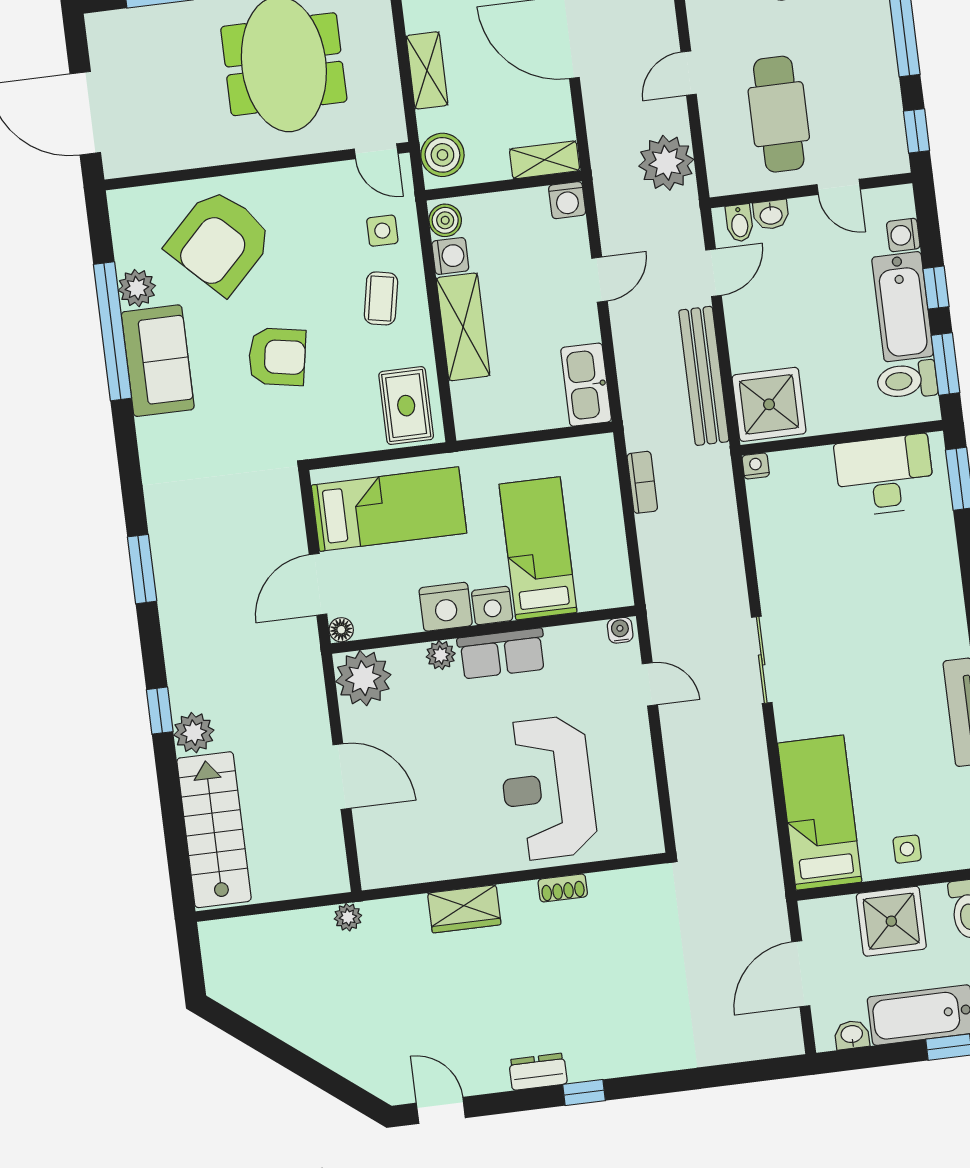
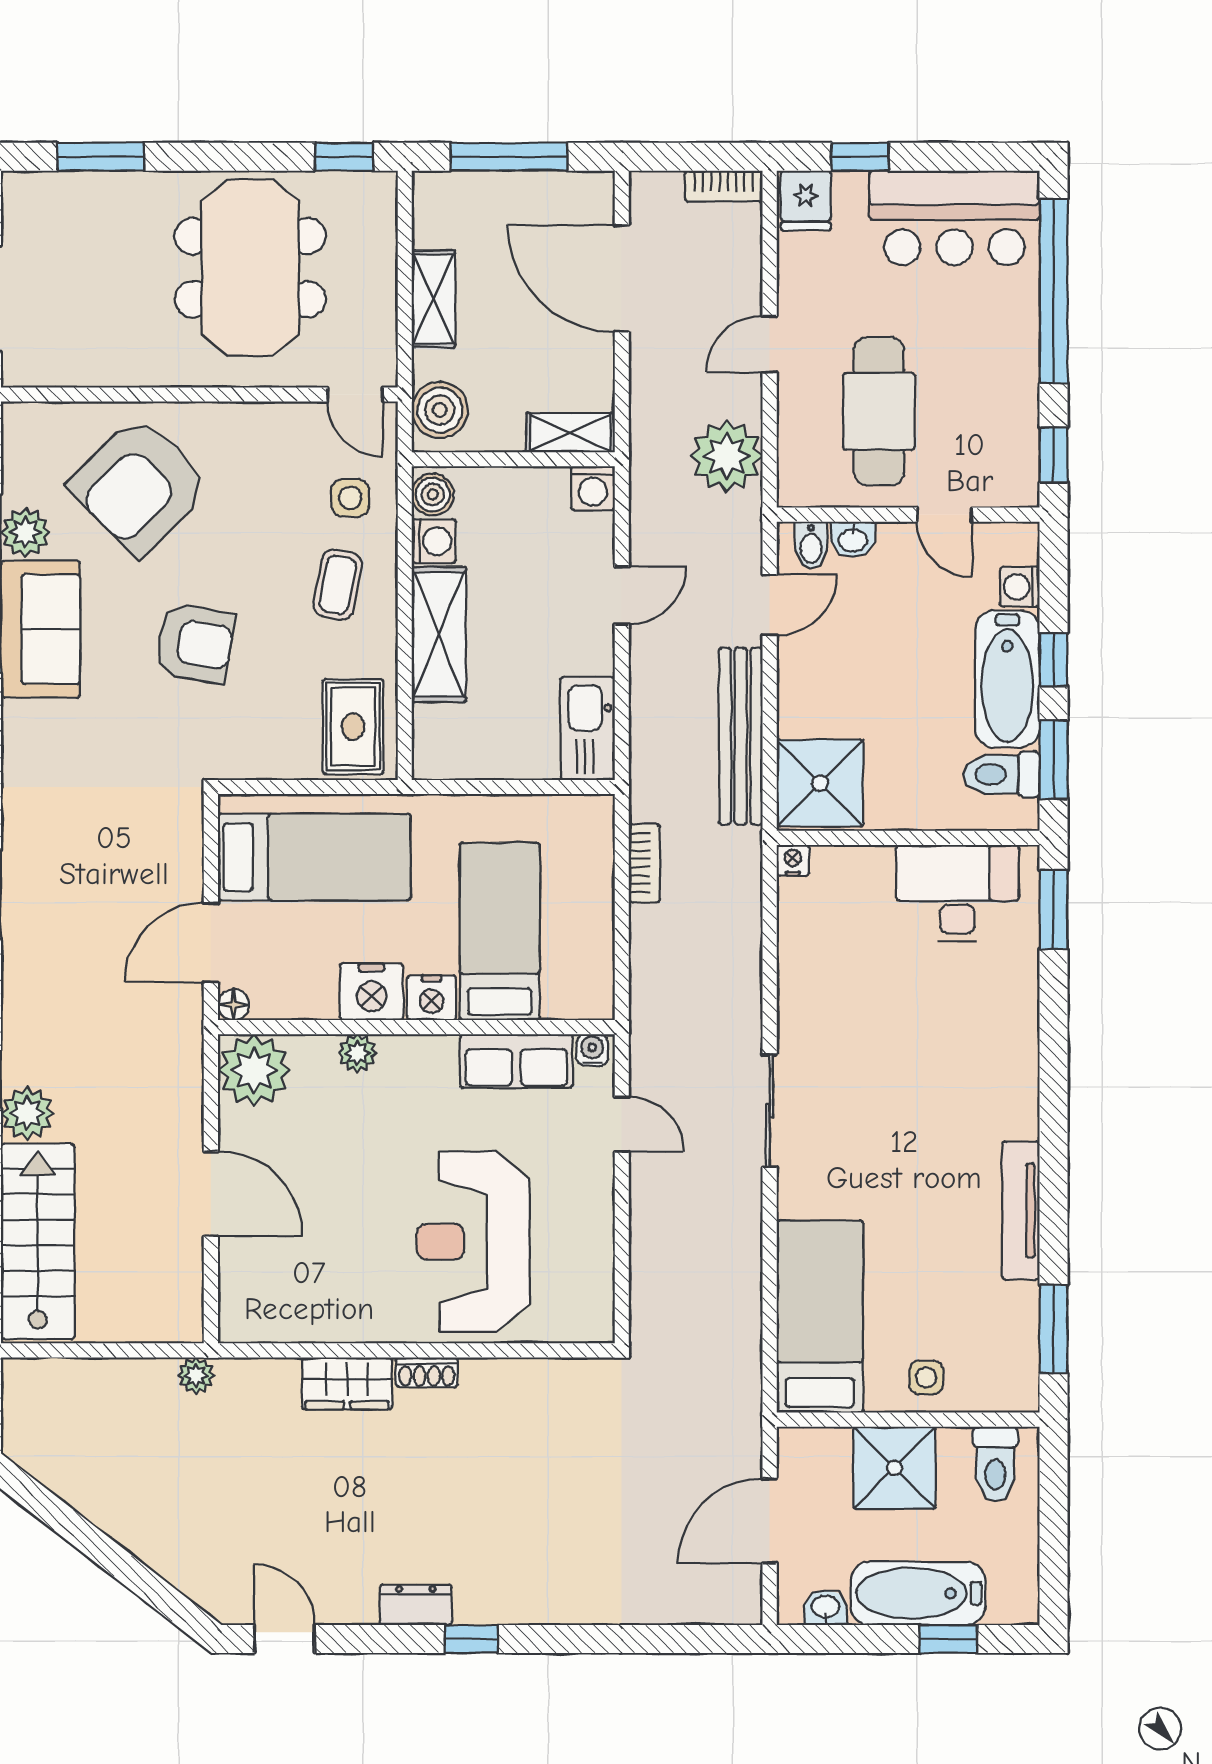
row of seats: (502, 654) -> (516, 1061), moved
shoe rack: (563, 888) -> (427, 1372), moved

